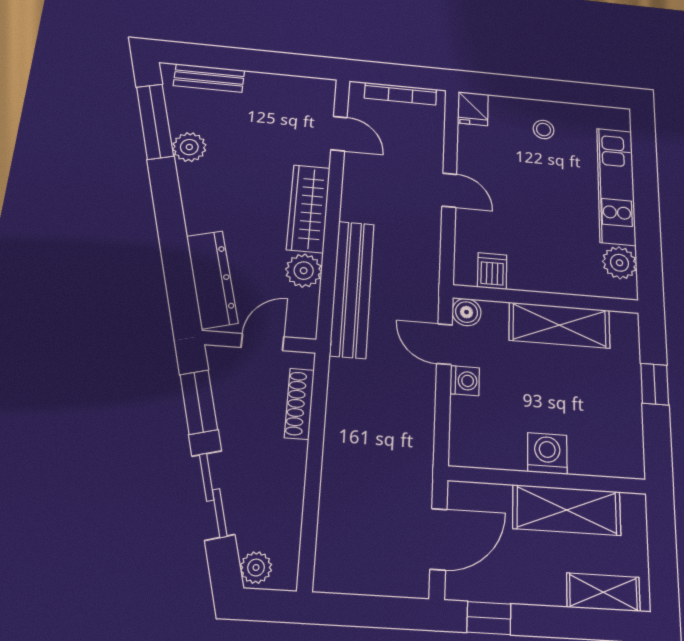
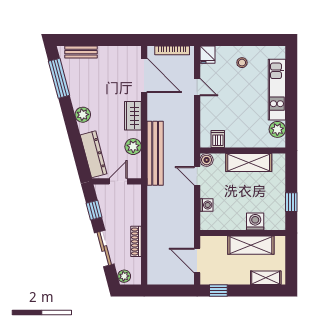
door: (339, 134) -> (144, 75), width x1.87
plant: (189, 147) -> (83, 115), moved
door: (449, 190) -> (197, 87), moved
wardrobe: (308, 208) -> (133, 116), width x0.67
washing machine: (465, 381) -> (206, 205), moved
window: (655, 384) -> (291, 202), moved
window: (199, 402) -> (94, 210), width x0.67
shoe rack: (299, 404) -> (136, 241), moved
washing machine: (547, 453) -> (255, 221), moved
door: (439, 539) -> (197, 260), swing flipped

